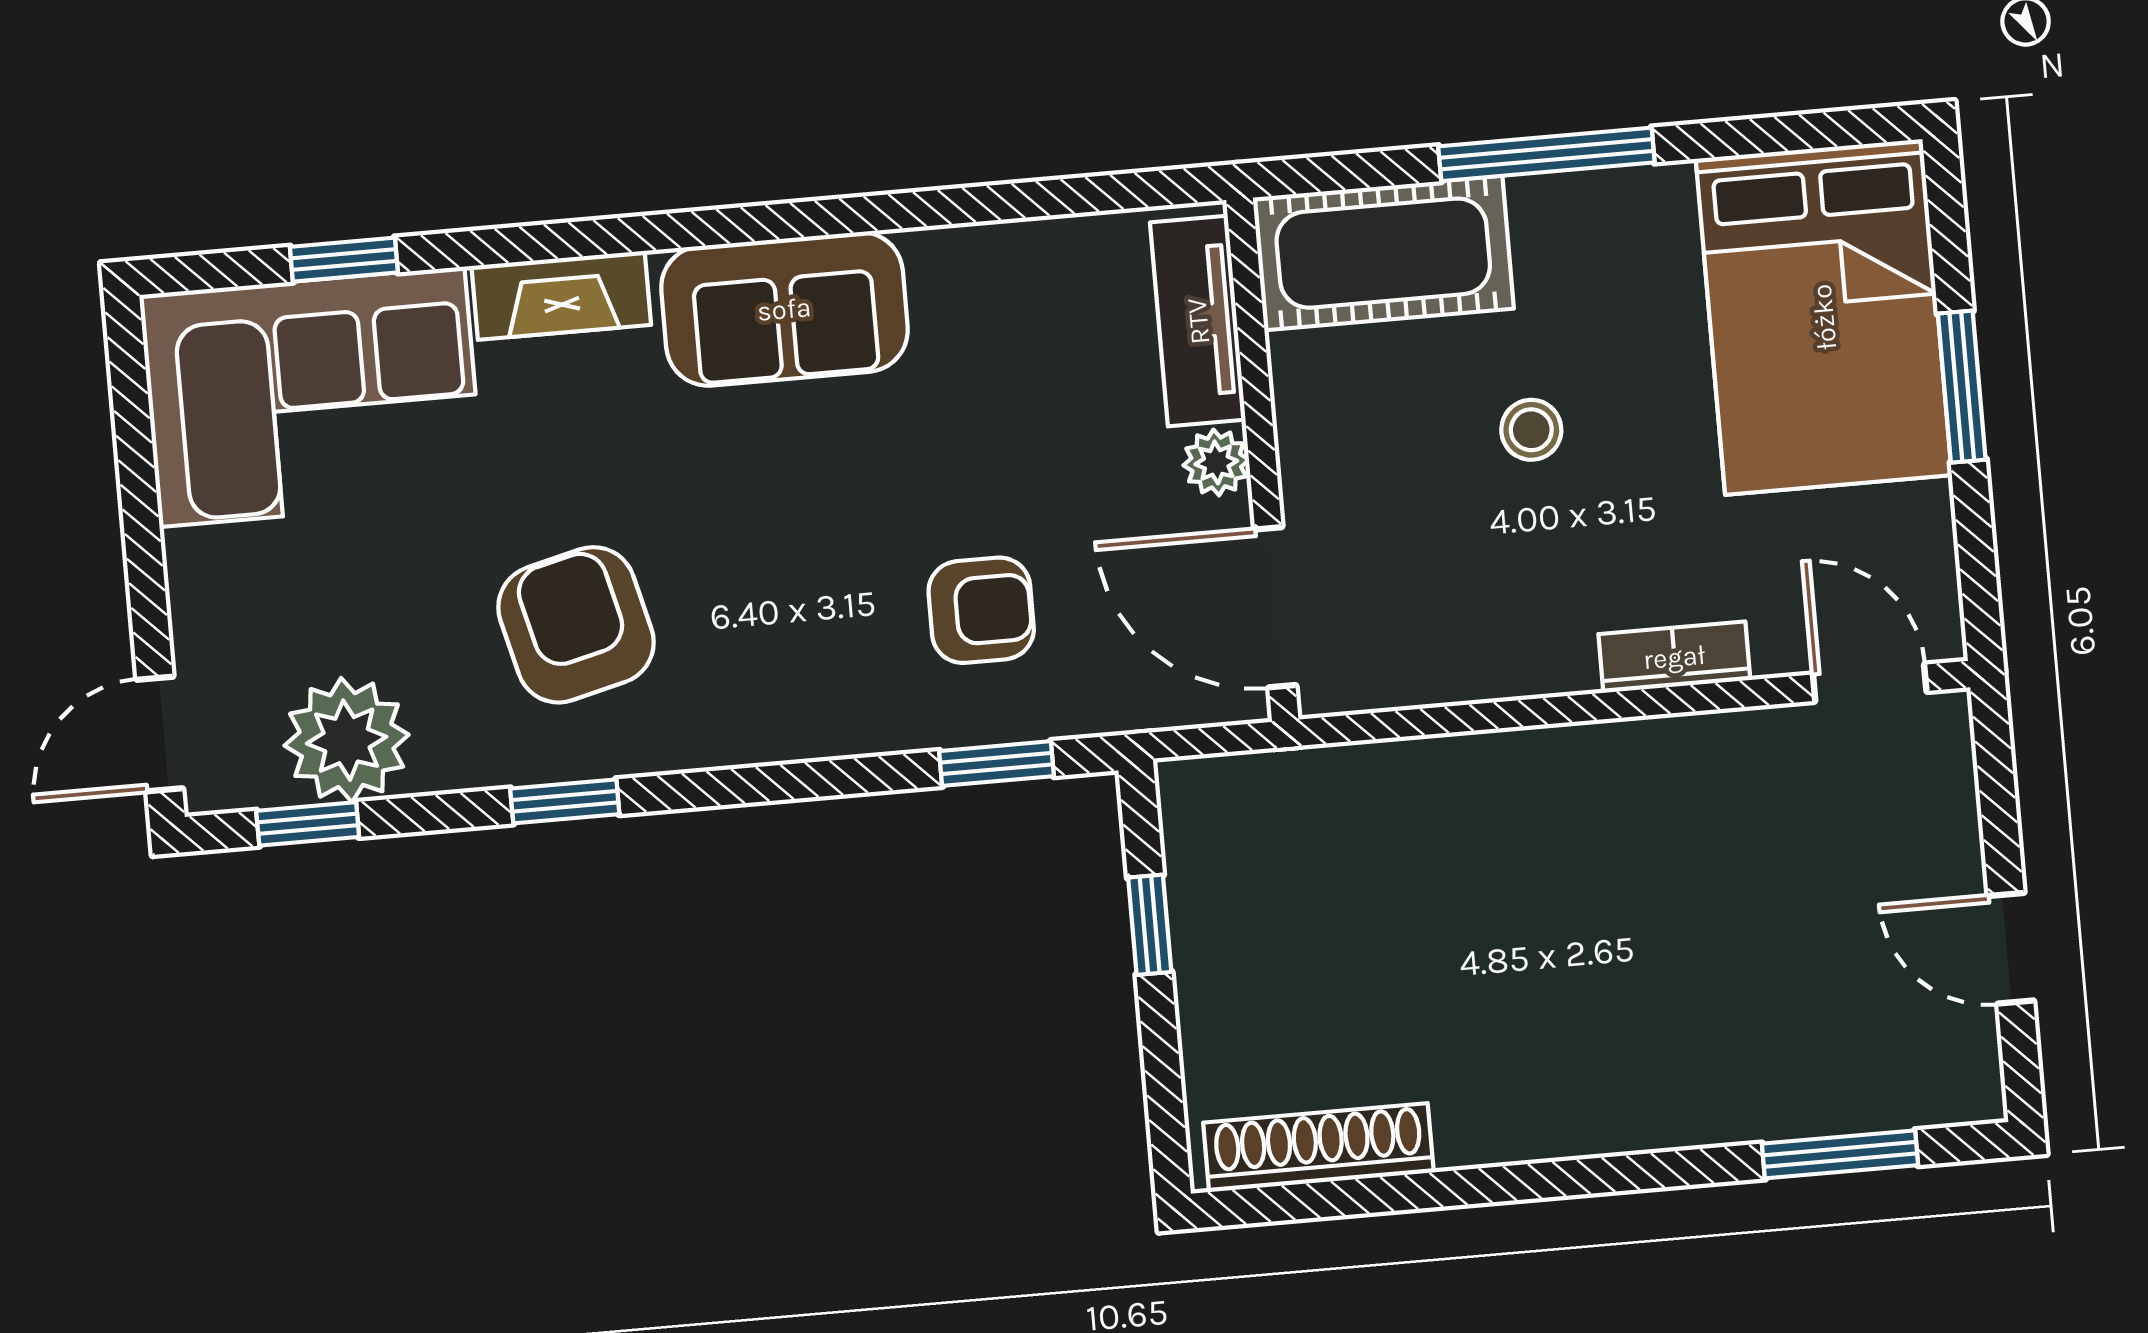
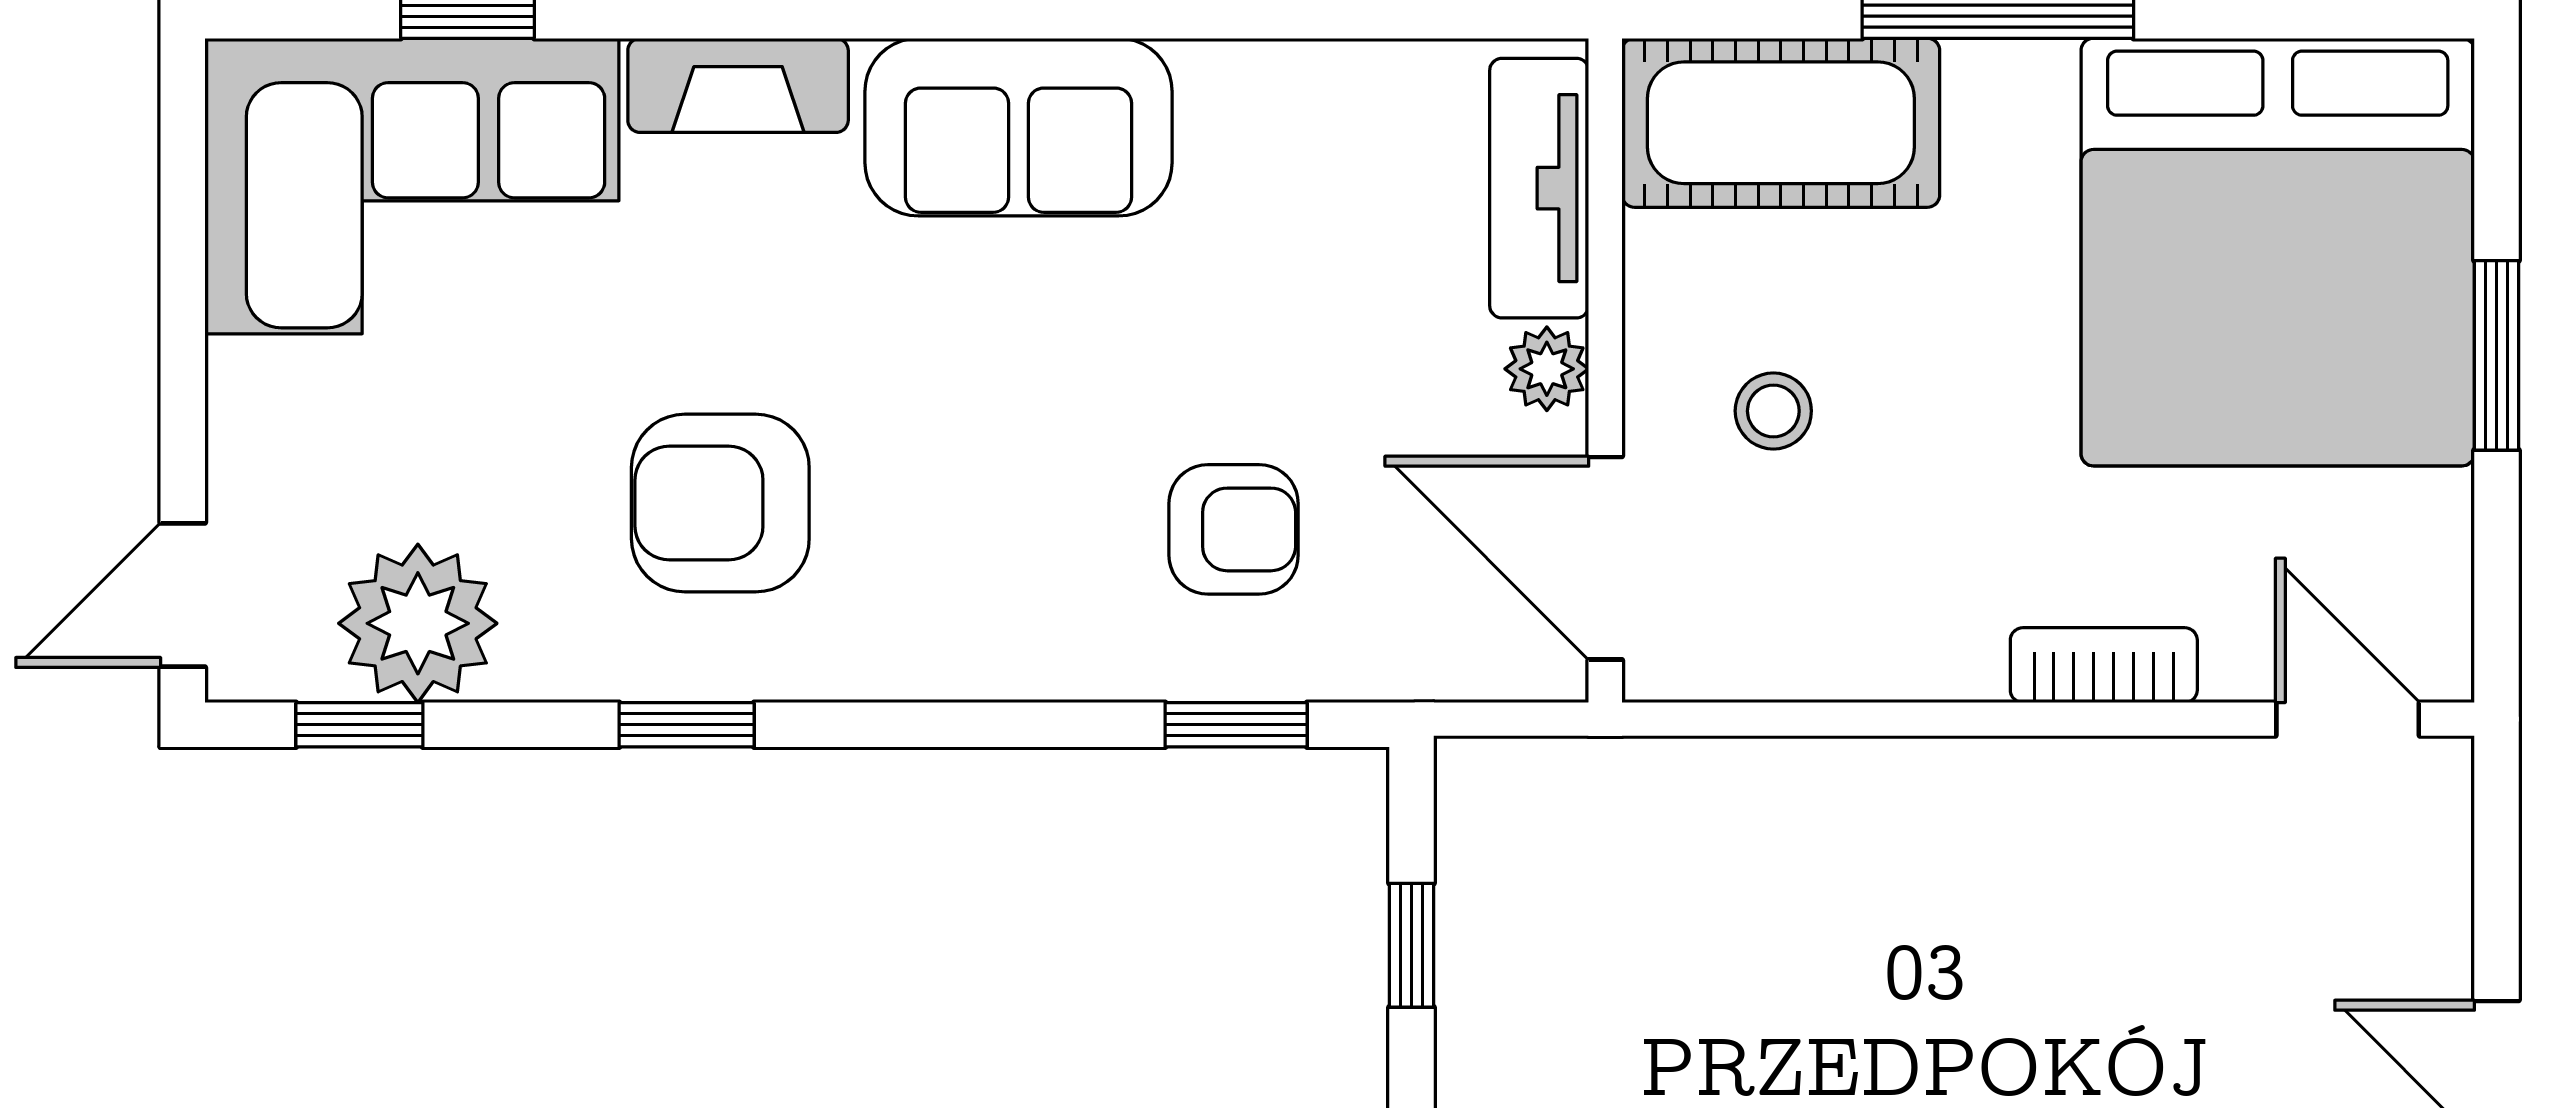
bed: (1824, 317) -> (2278, 252), width x1.36
stool: (1531, 430) -> (1773, 411), moved
armchair: (576, 625) -> (720, 503), turned -76

